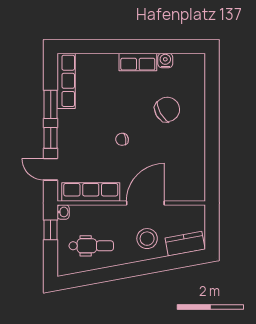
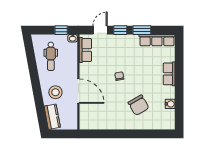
row of seats: (138, 62) -> (169, 74), moved
row of seats: (91, 192) -> (85, 50), width x0.68

